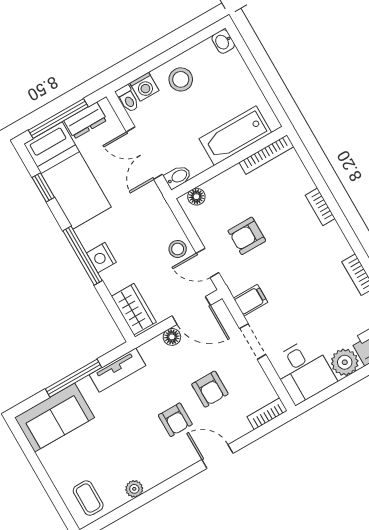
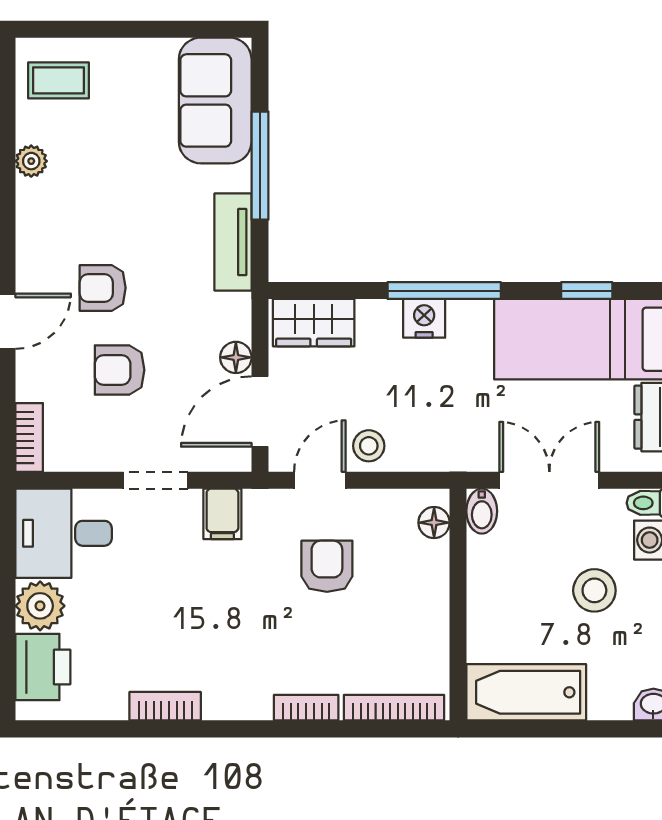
stool: (181, 79) -> (594, 590), moved
bathtub: (235, 136) -> (526, 692), moved, turned -90
bookcase: (266, 155) -> (394, 708), moved, turned 90

